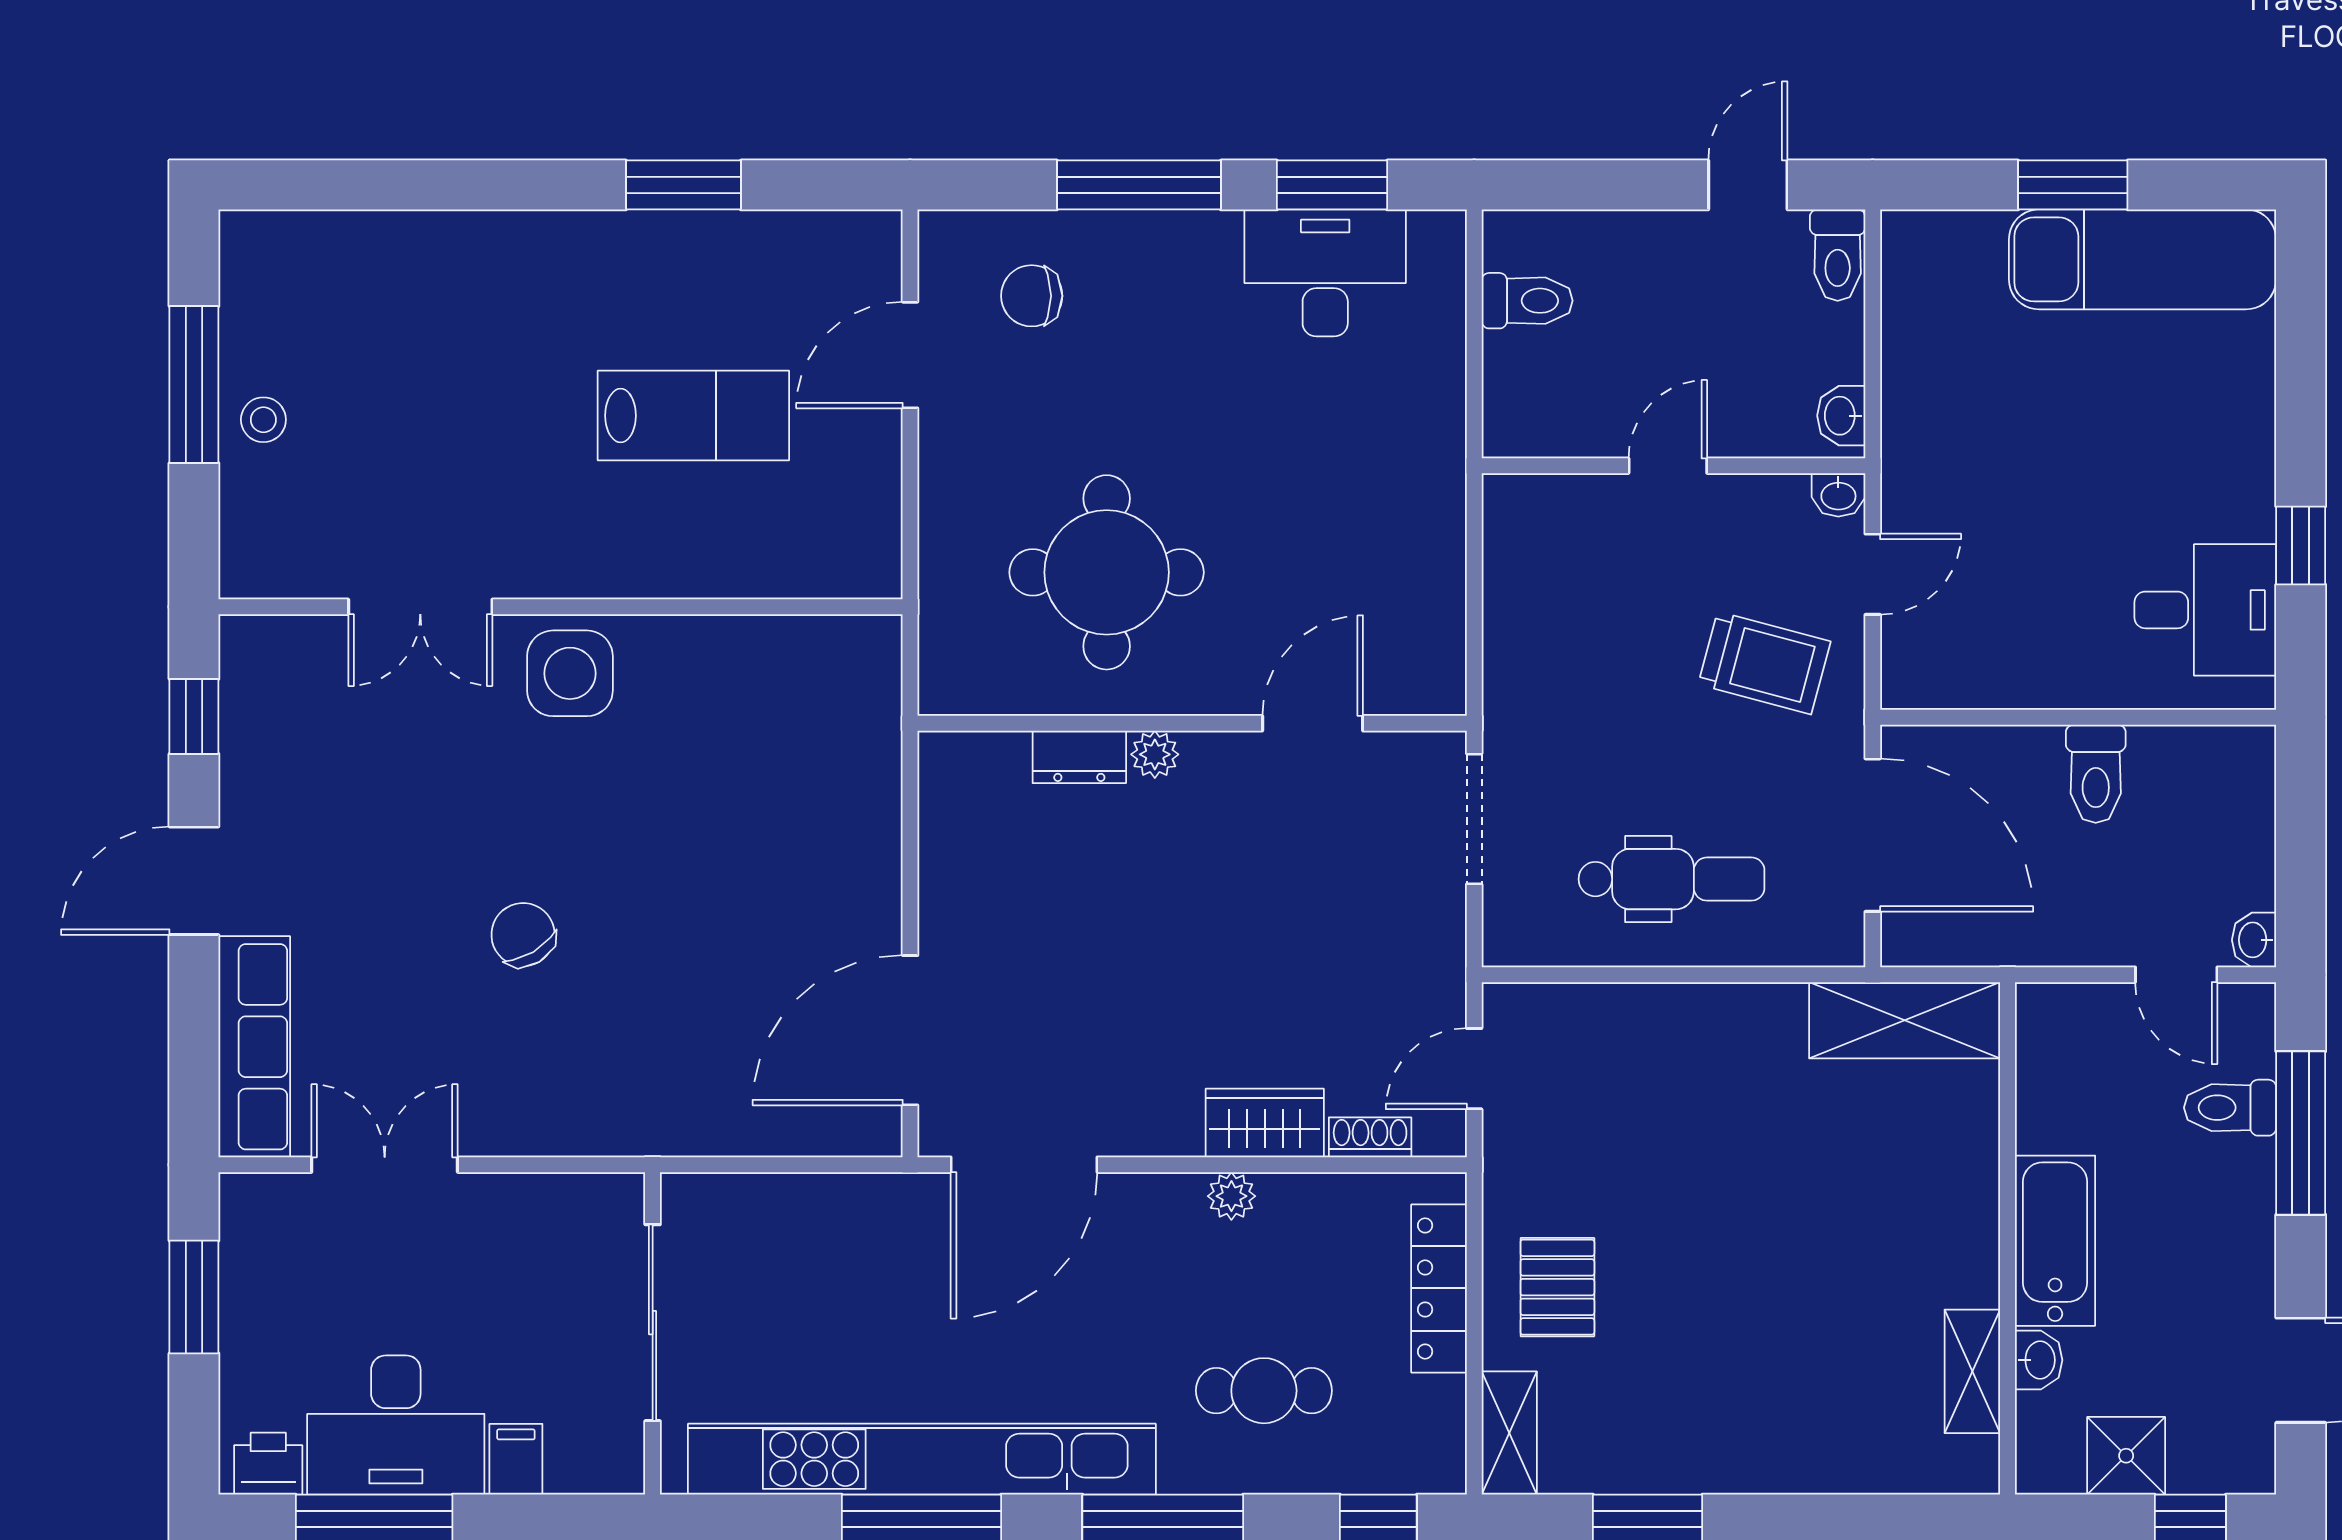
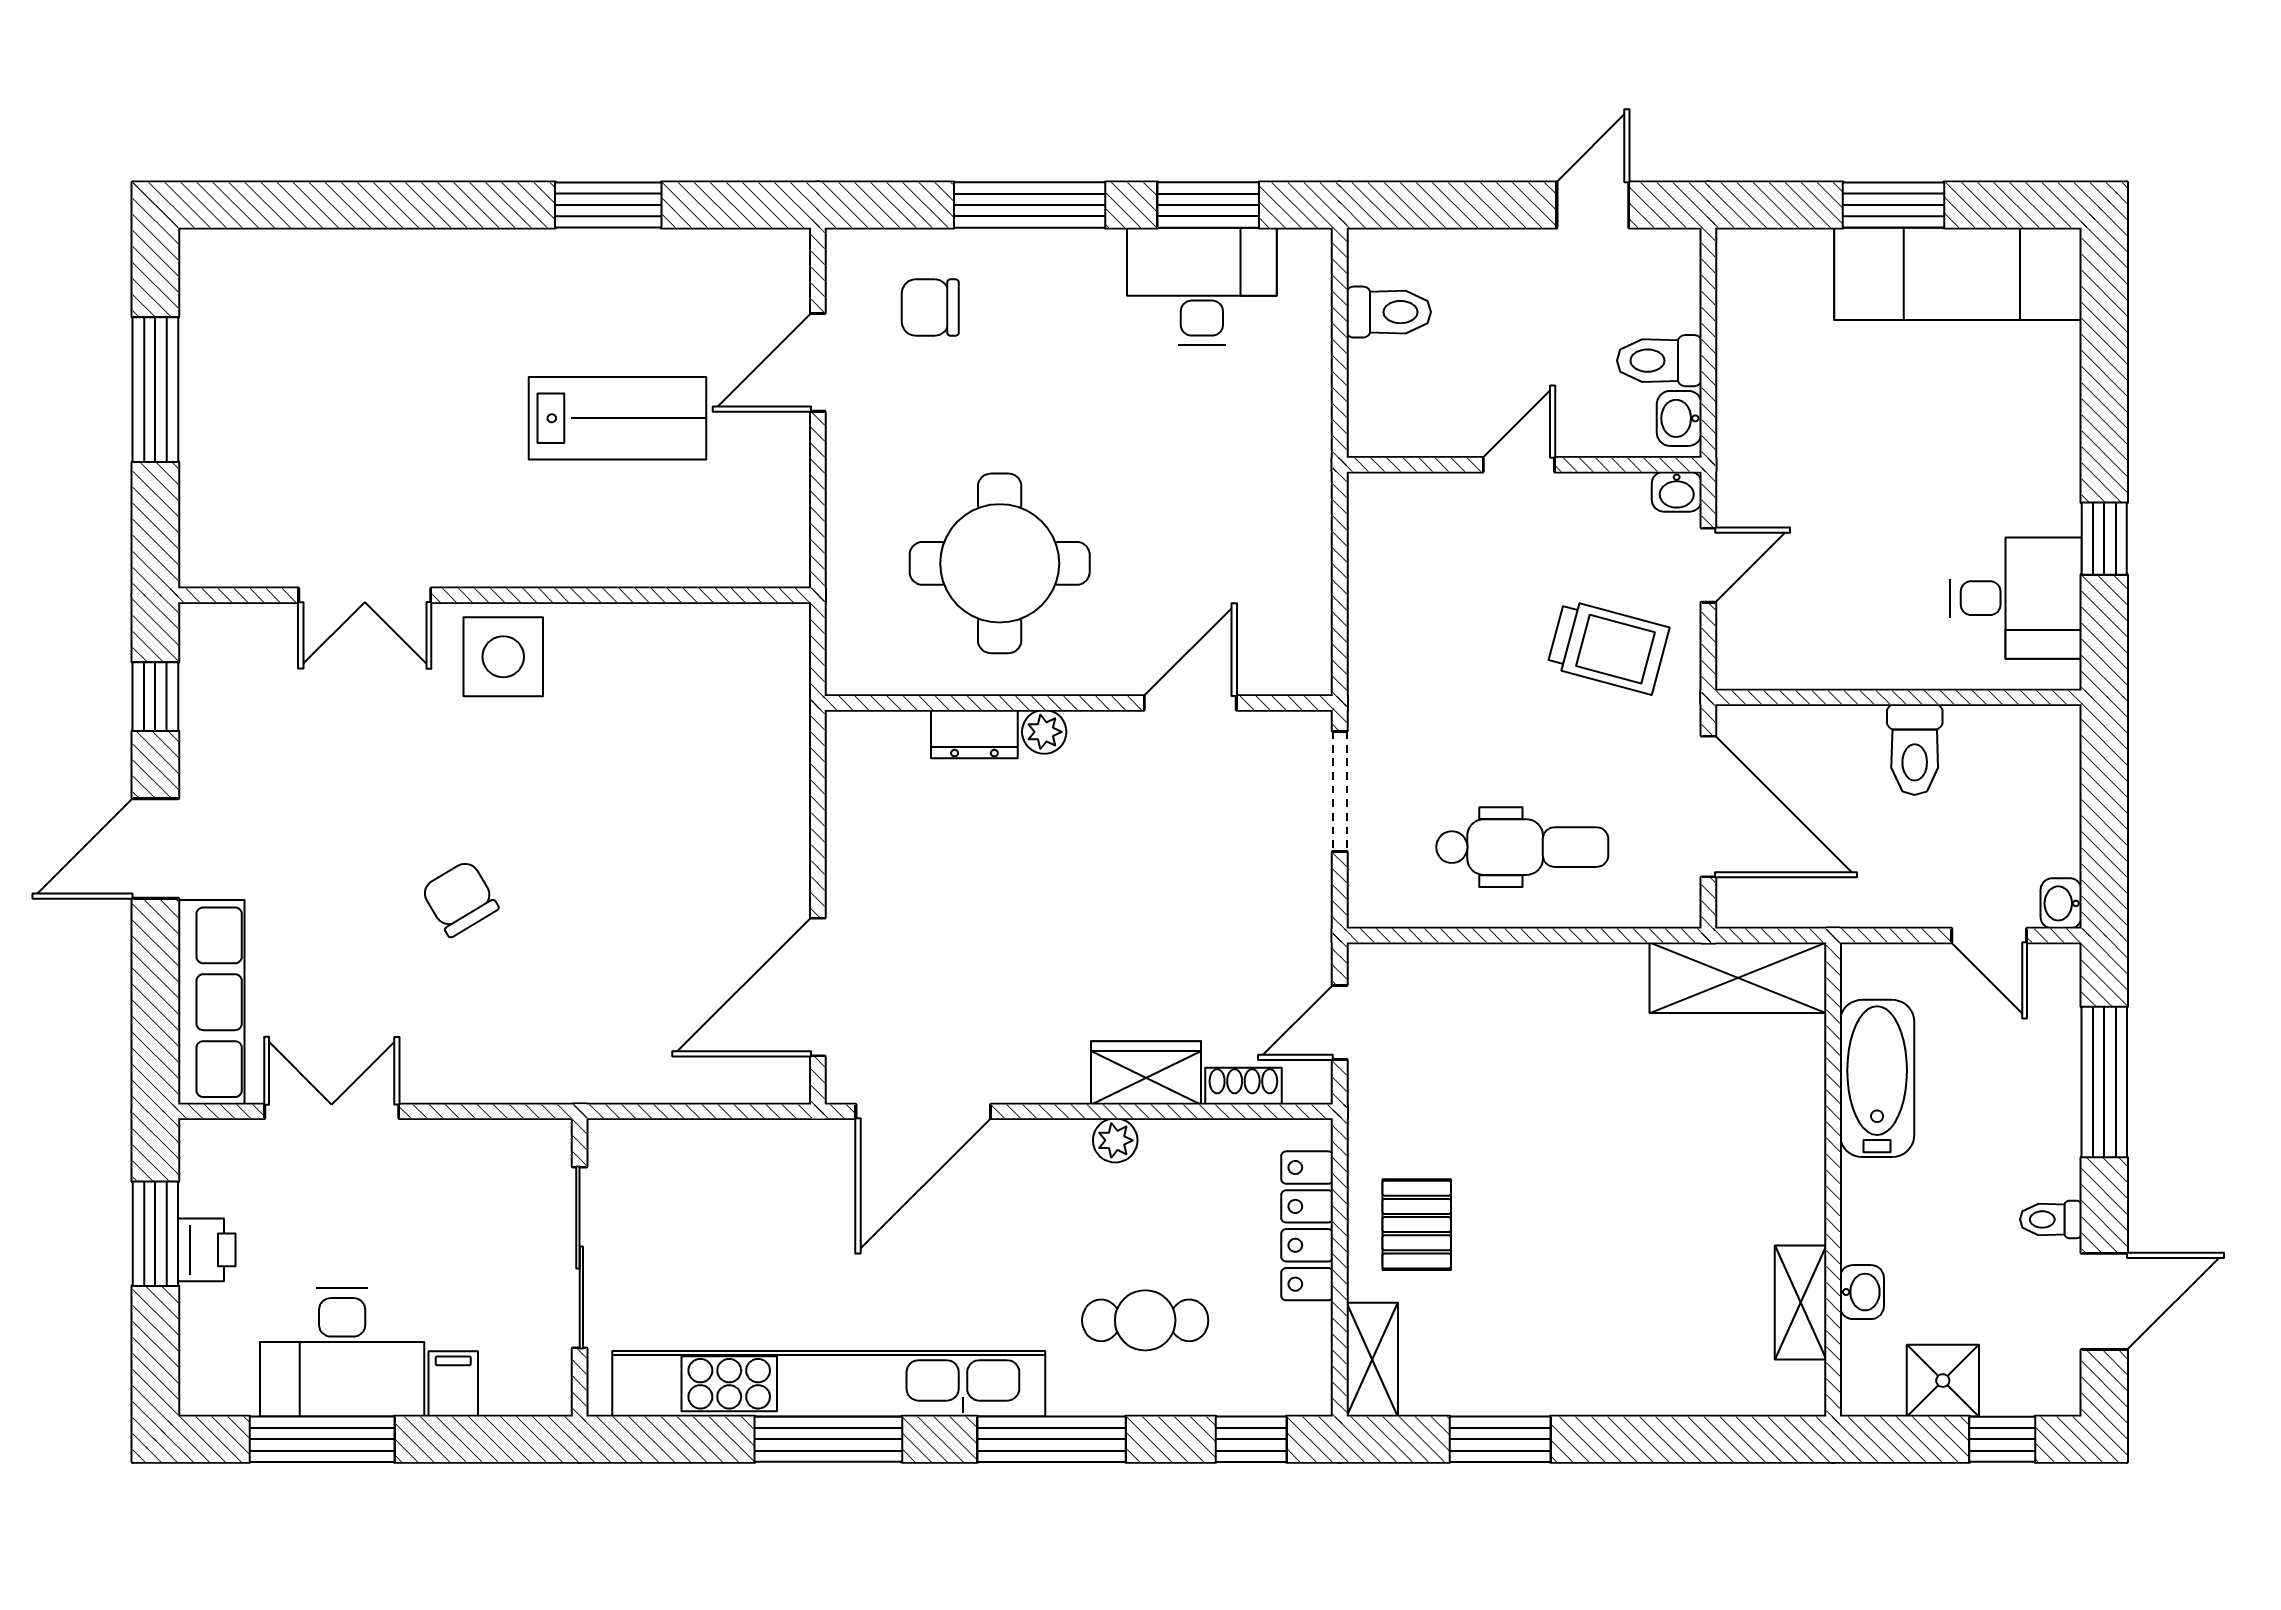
toilet: (1838, 255) -> (1659, 361), moved, turned 90
stool: (263, 420) -> (220, 422), removed
toilet: (2230, 1108) -> (2051, 1219), moved, width x0.73, depth x0.72
bathtub: (2055, 1241) -> (1877, 1078), moved
printer: (268, 1464) -> (207, 1250), moved, turned 90

